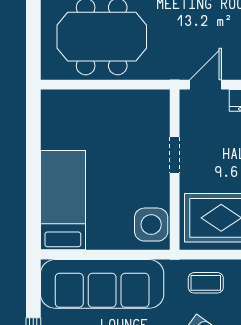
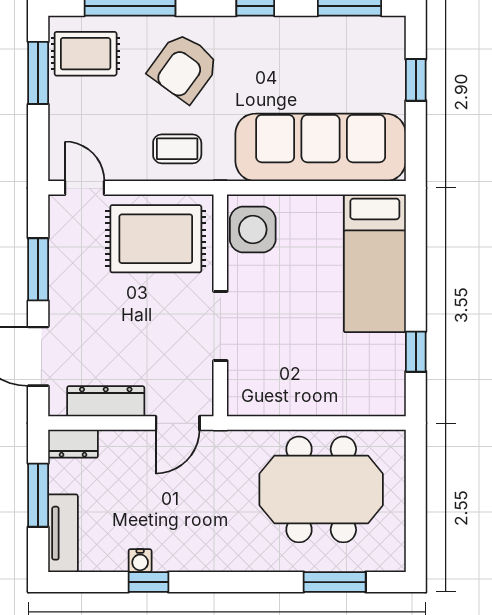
window: (33, 136) -> (416, 352), added
doorway: (175, 155) -> (220, 326), width x1.38

